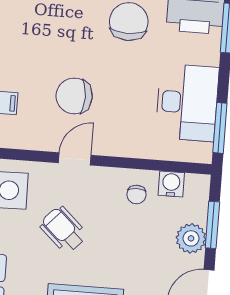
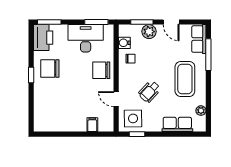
chair: (74, 96) -> (101, 70), moved, turned 90
door: (75, 159) -> (116, 99), moved

